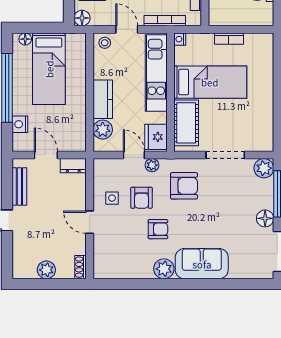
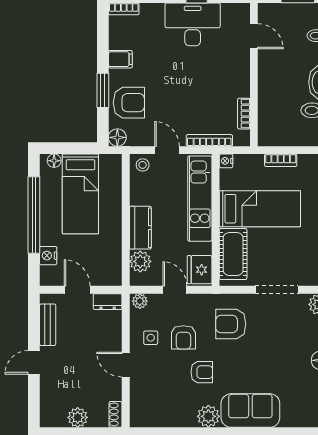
plant: (152, 165) -> (140, 301), moved
armchair: (184, 186) -> (231, 324), turned 180

